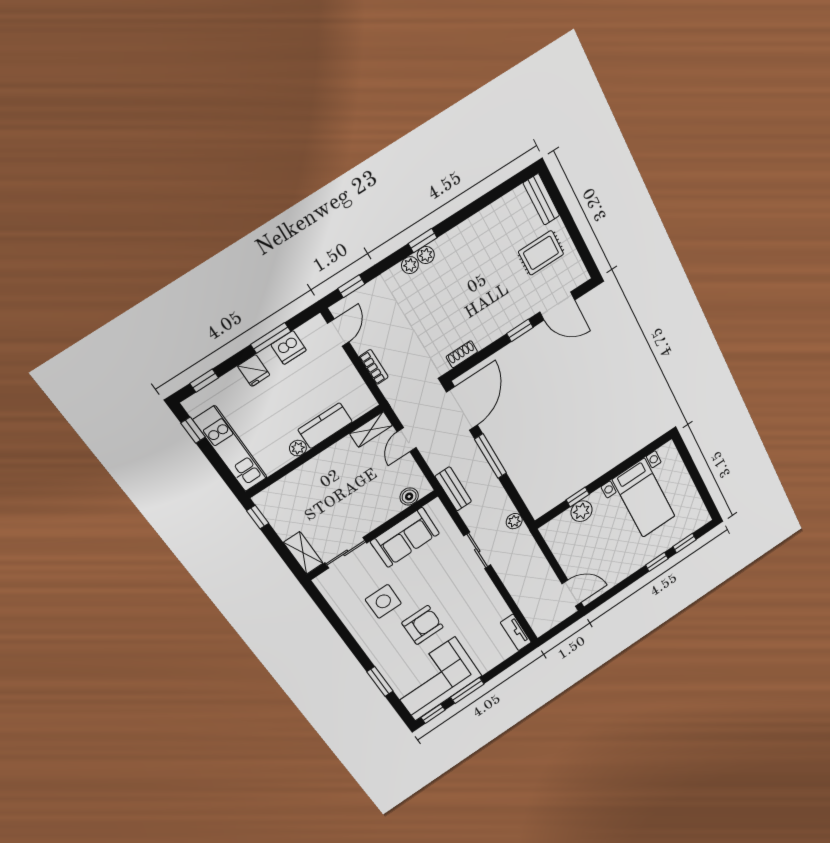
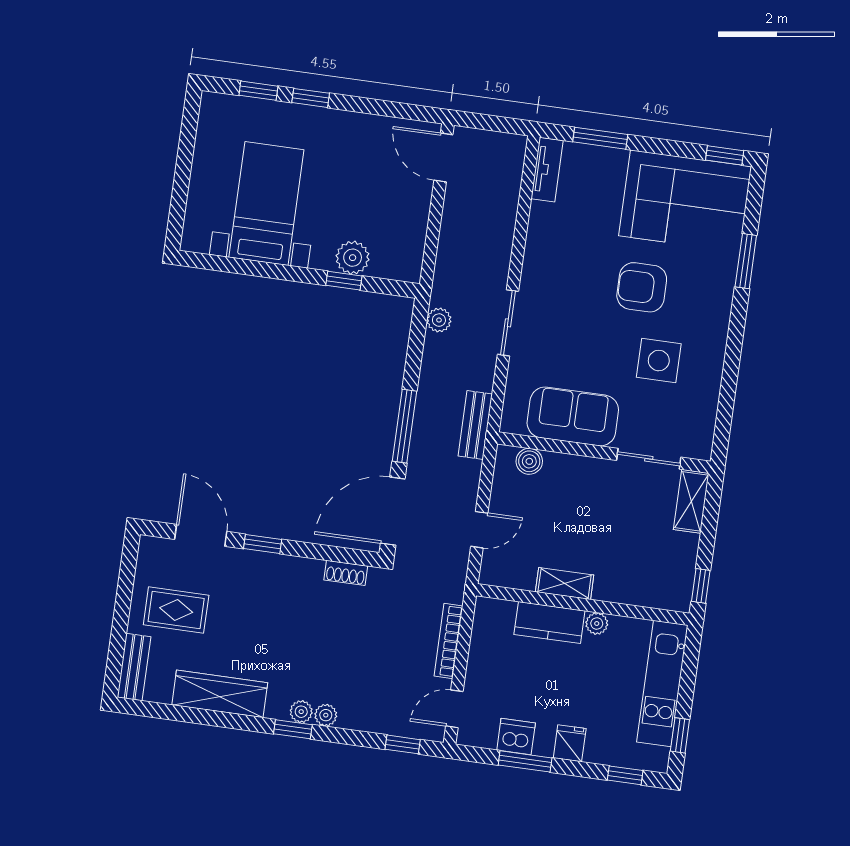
wardrobe: (481, 225) -> (220, 694), added
bookcase: (374, 367) -> (448, 641), width x1.56
shelving: (371, 429) -> (565, 583), moved
window: (467, 691) -> (600, 138), moved

